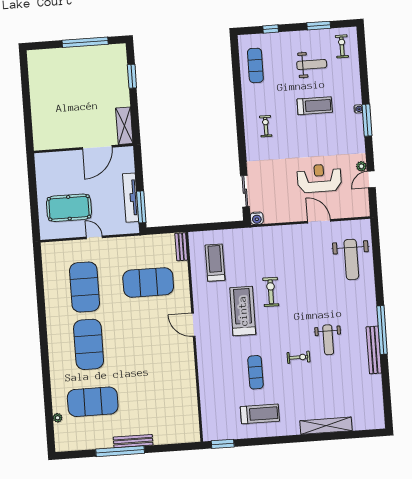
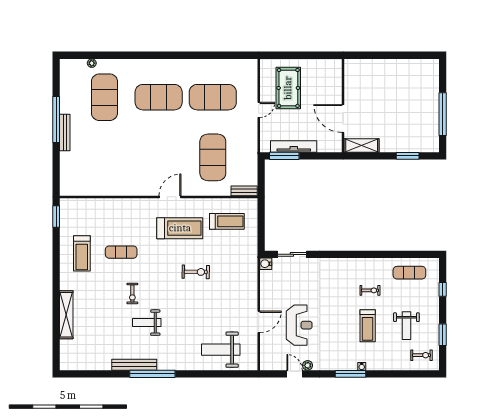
exercise bike: (266, 126) -> (370, 290), moved
treadmill: (243, 311) -> (180, 228), moved

